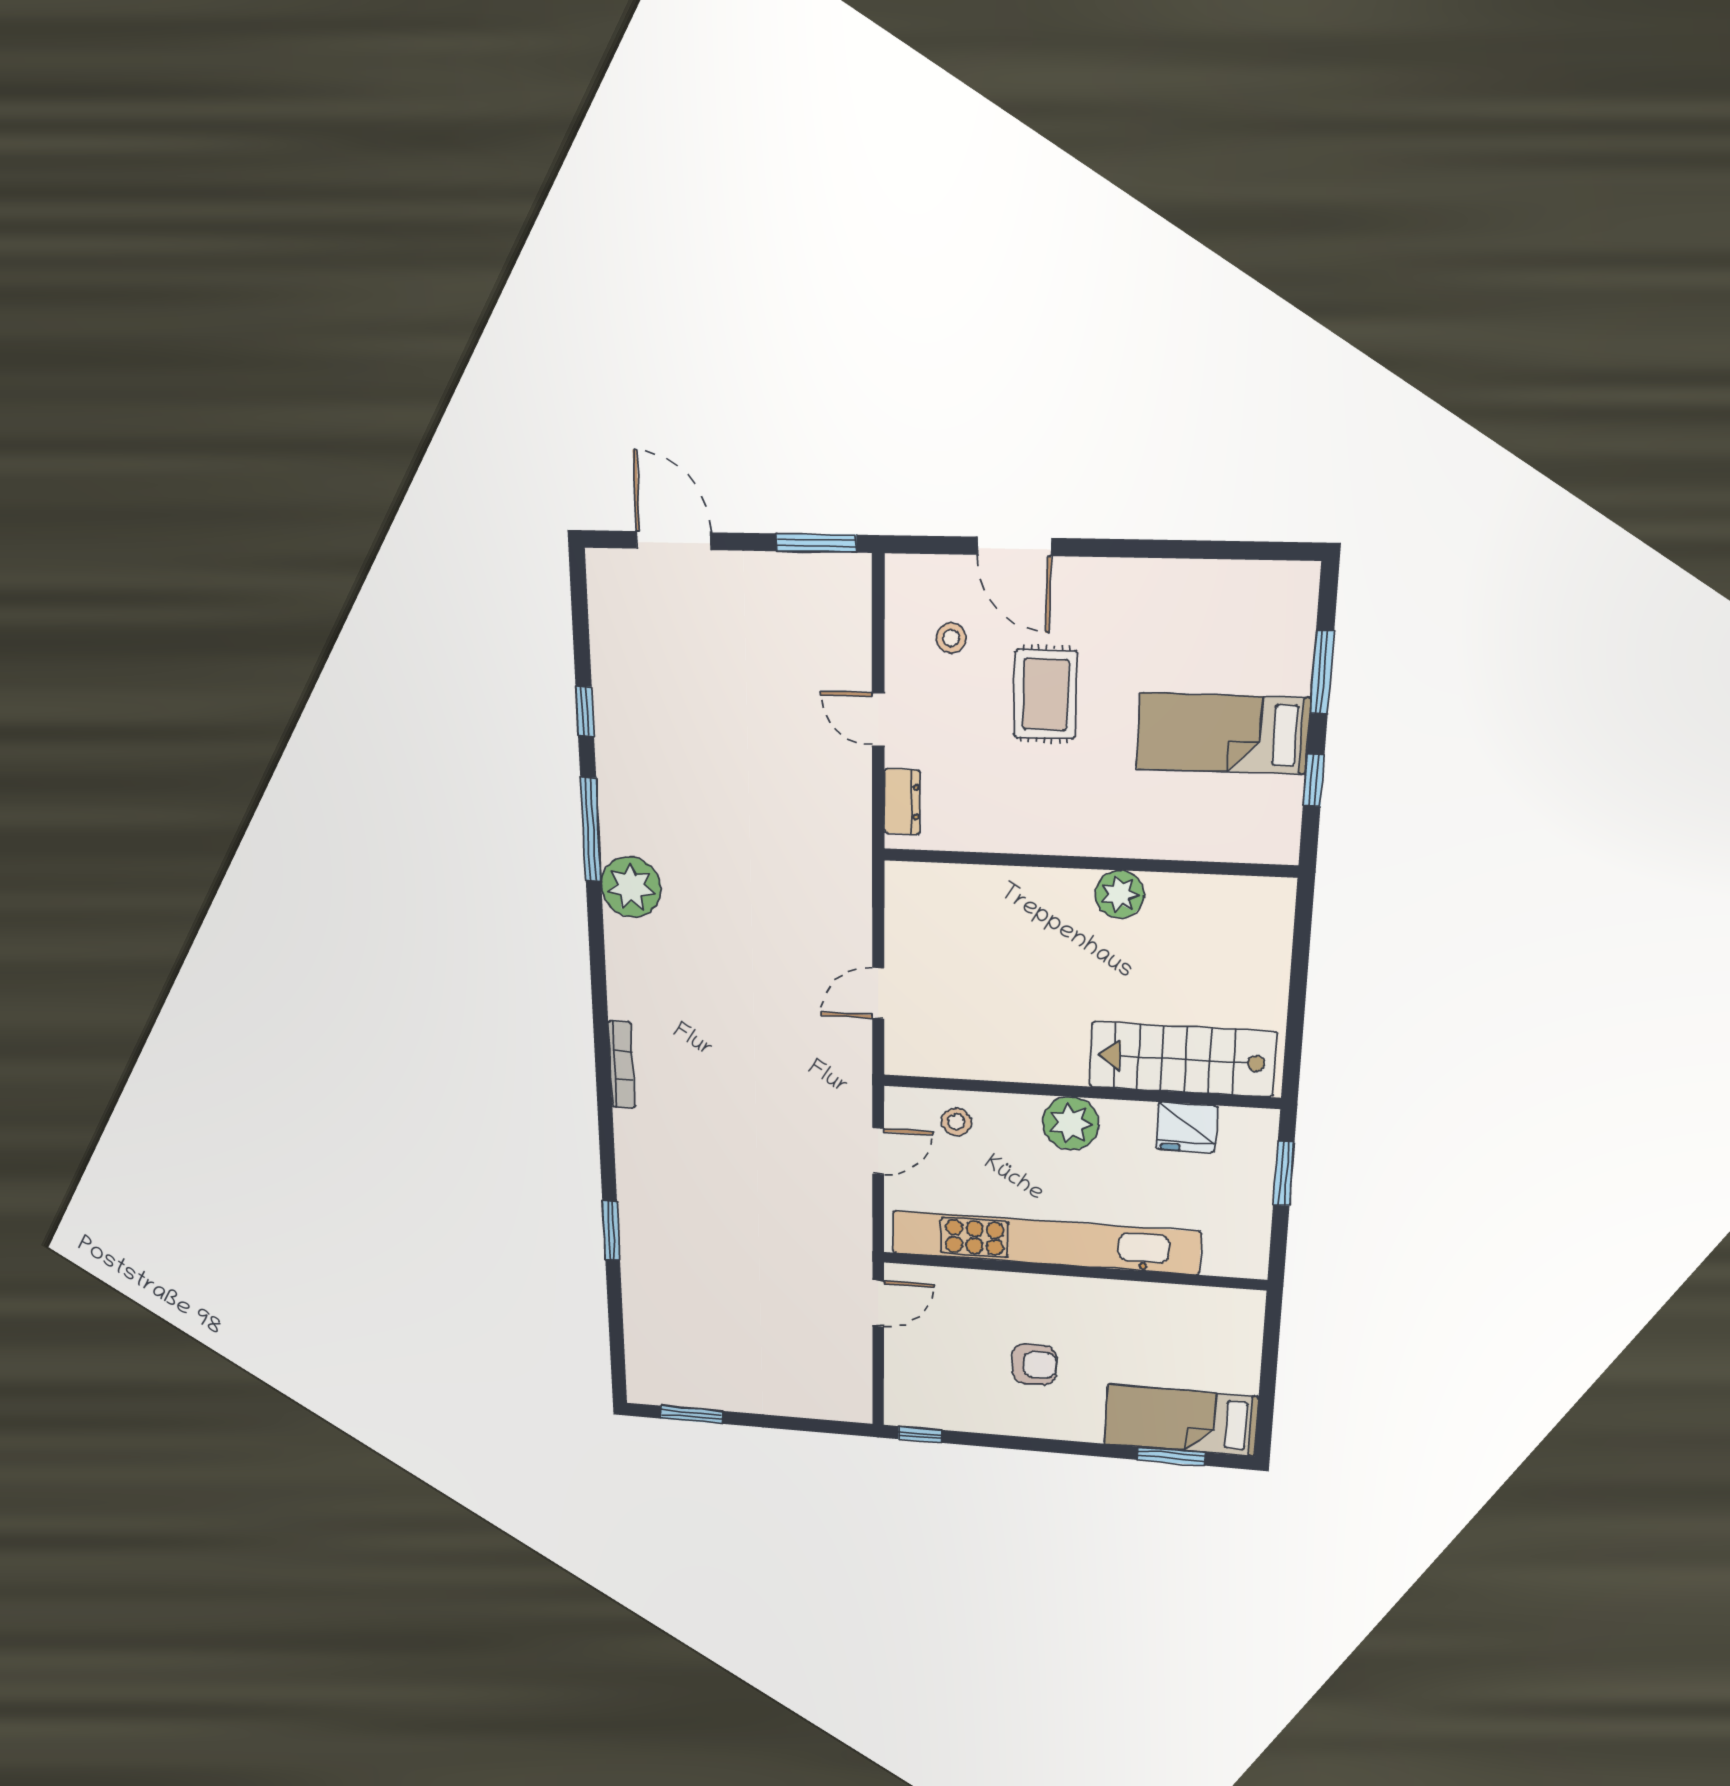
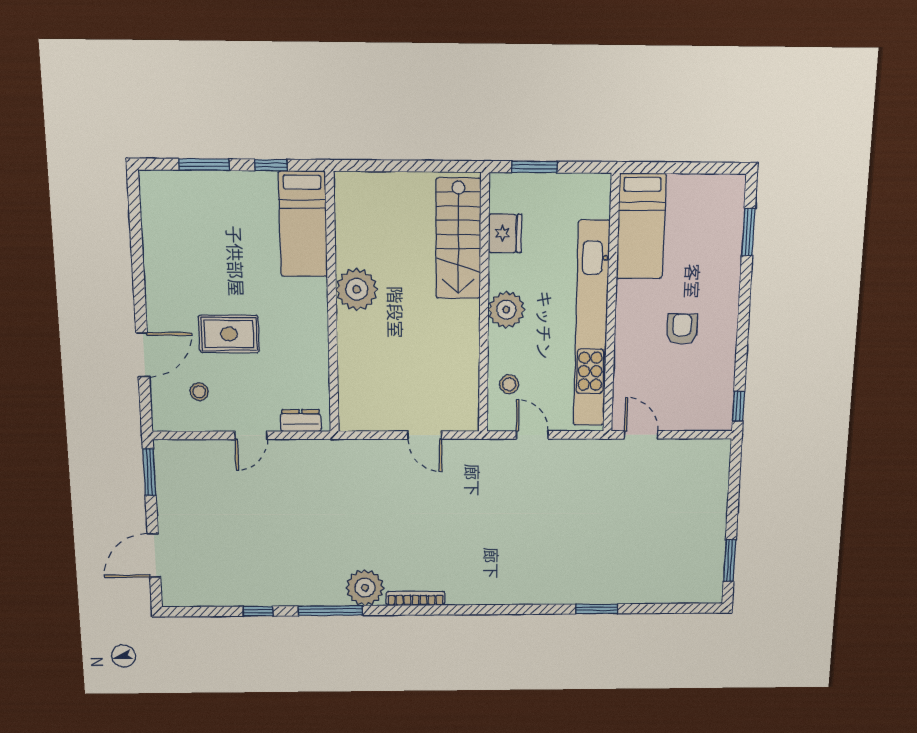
bed: (1223, 733) -> (303, 224), moved
plant: (1119, 894) -> (357, 289), width x1.36, depth x1.36
bookcase: (621, 1065) -> (416, 598), moved
bed: (1181, 1421) -> (641, 226), moved

